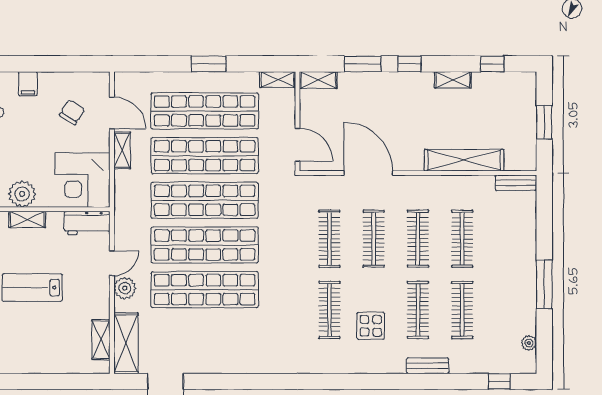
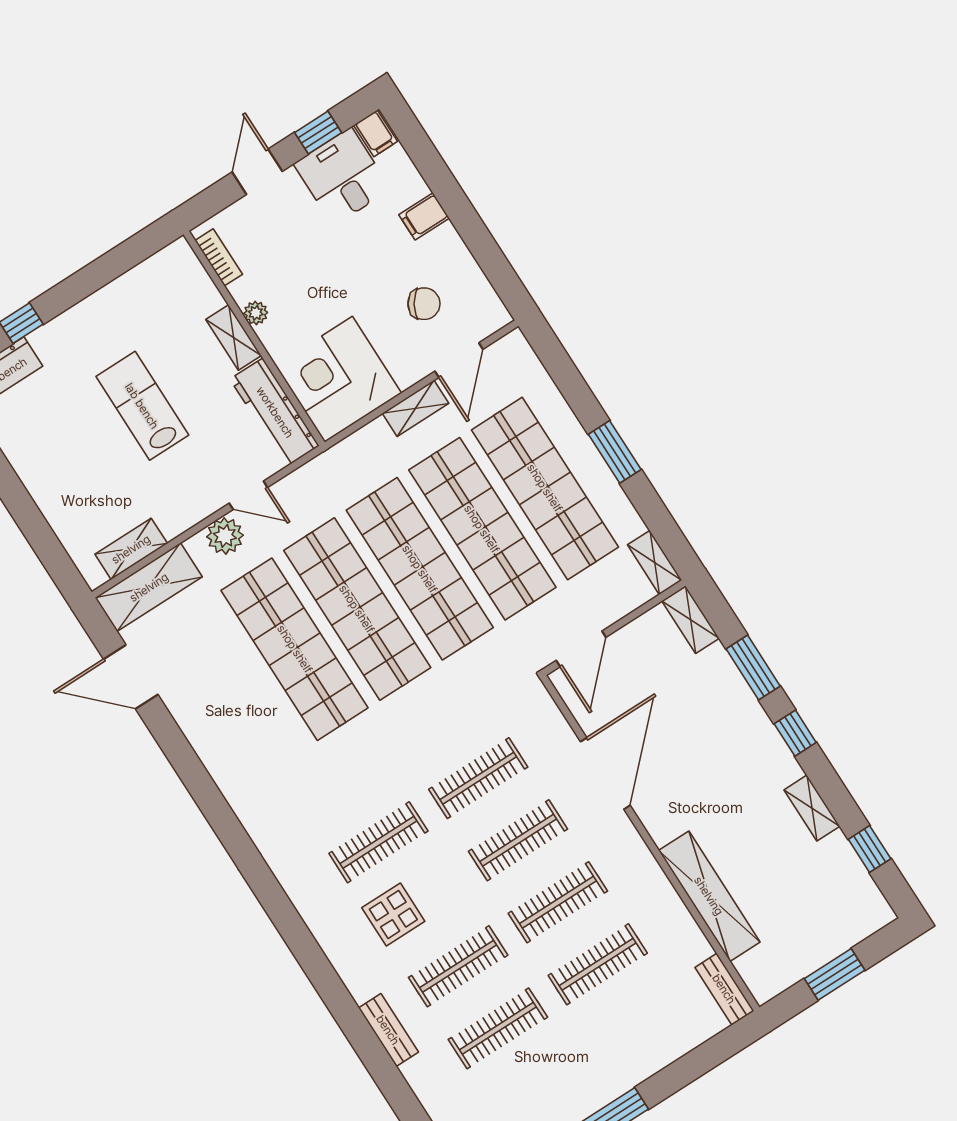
plant: (22, 194) -> (256, 313), width x0.53, depth x0.53
workbench: (87, 223) -> (275, 412), width x1.38

